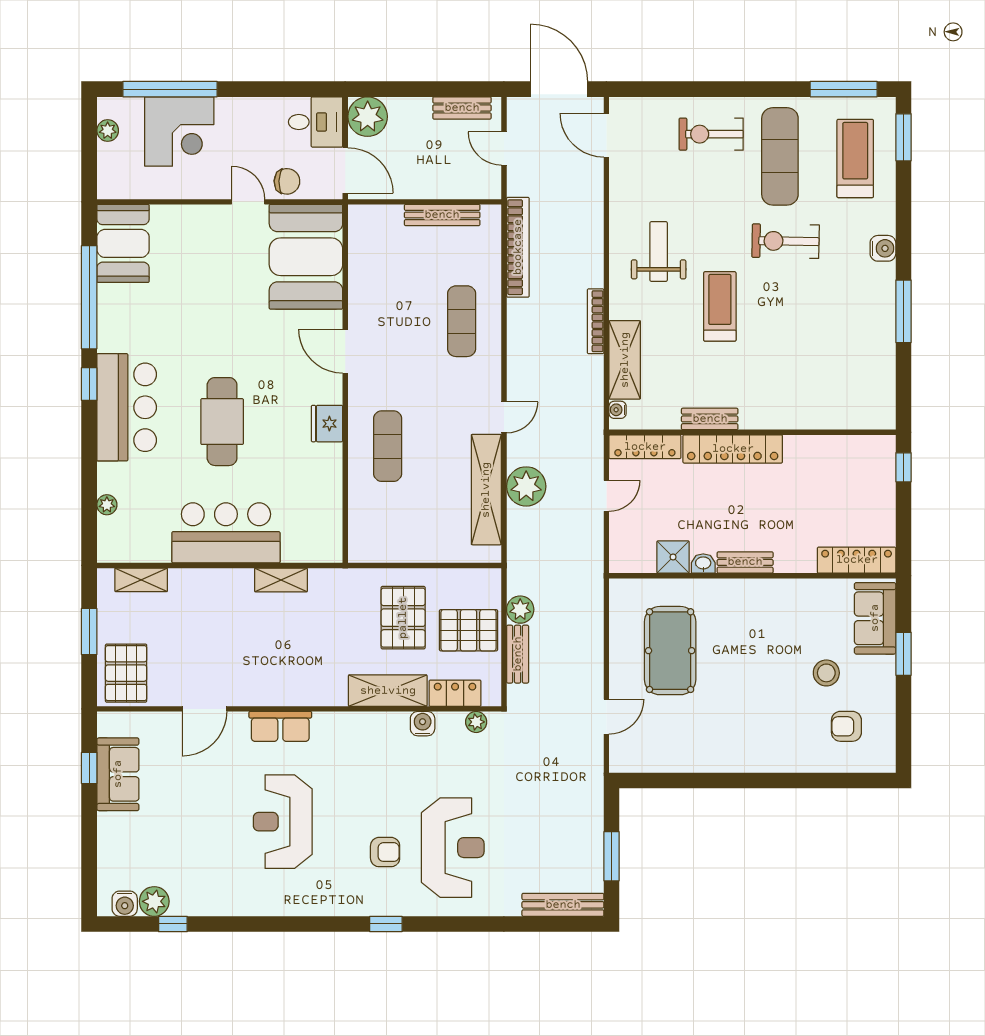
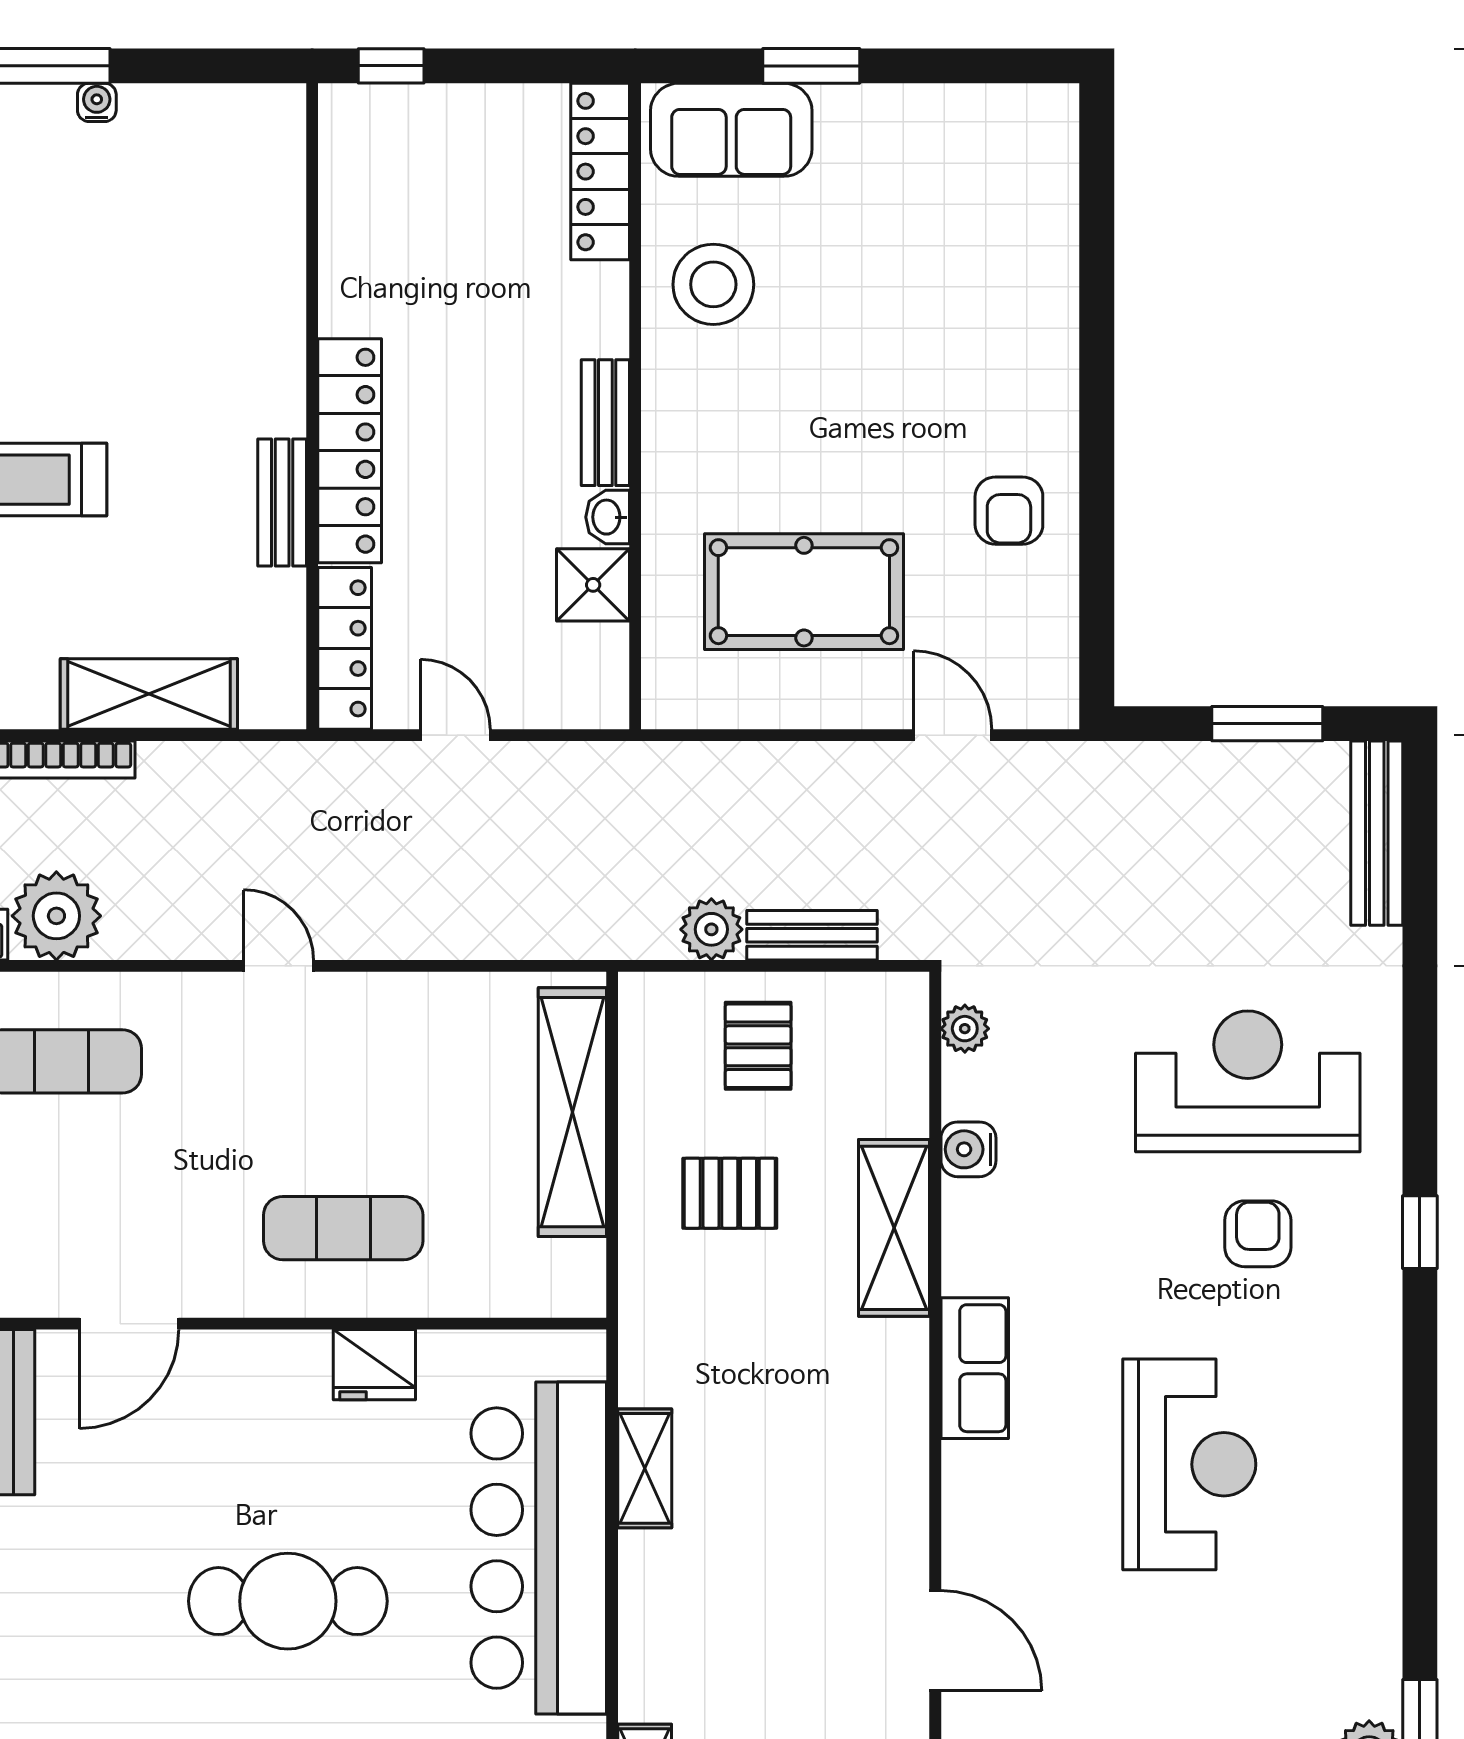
water cooler: (618, 410) -> (97, 102), moved, turned 180
fridge: (327, 424) -> (374, 1365), moved
plant: (526, 486) -> (56, 916), moved
shelving: (486, 490) -> (572, 1112), moved, turned 90
bar counter: (226, 533) -> (539, 1548), width x1.36
pallet: (403, 618) -> (730, 1193), width x0.67, depth x0.71
pallet: (469, 630) -> (758, 1046), width x0.67, depth x0.71
stool: (826, 673) -> (713, 284), moved, width x1.38, depth x1.38
locker: (455, 693) -> (900, 1076), removed
row of seats: (280, 726) -> (975, 1368), moved
armchair: (846, 726) -> (1009, 511), moved
reception desk: (283, 822) -> (1189, 1464), turned -90

